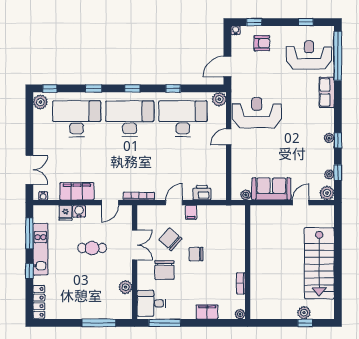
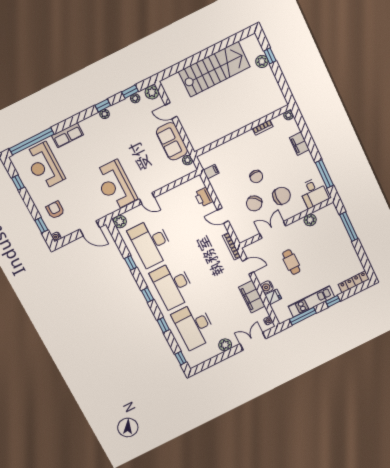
plant: (40, 102) -> (225, 345), moved
filing cabinet: (191, 212) -> (211, 172), moved

